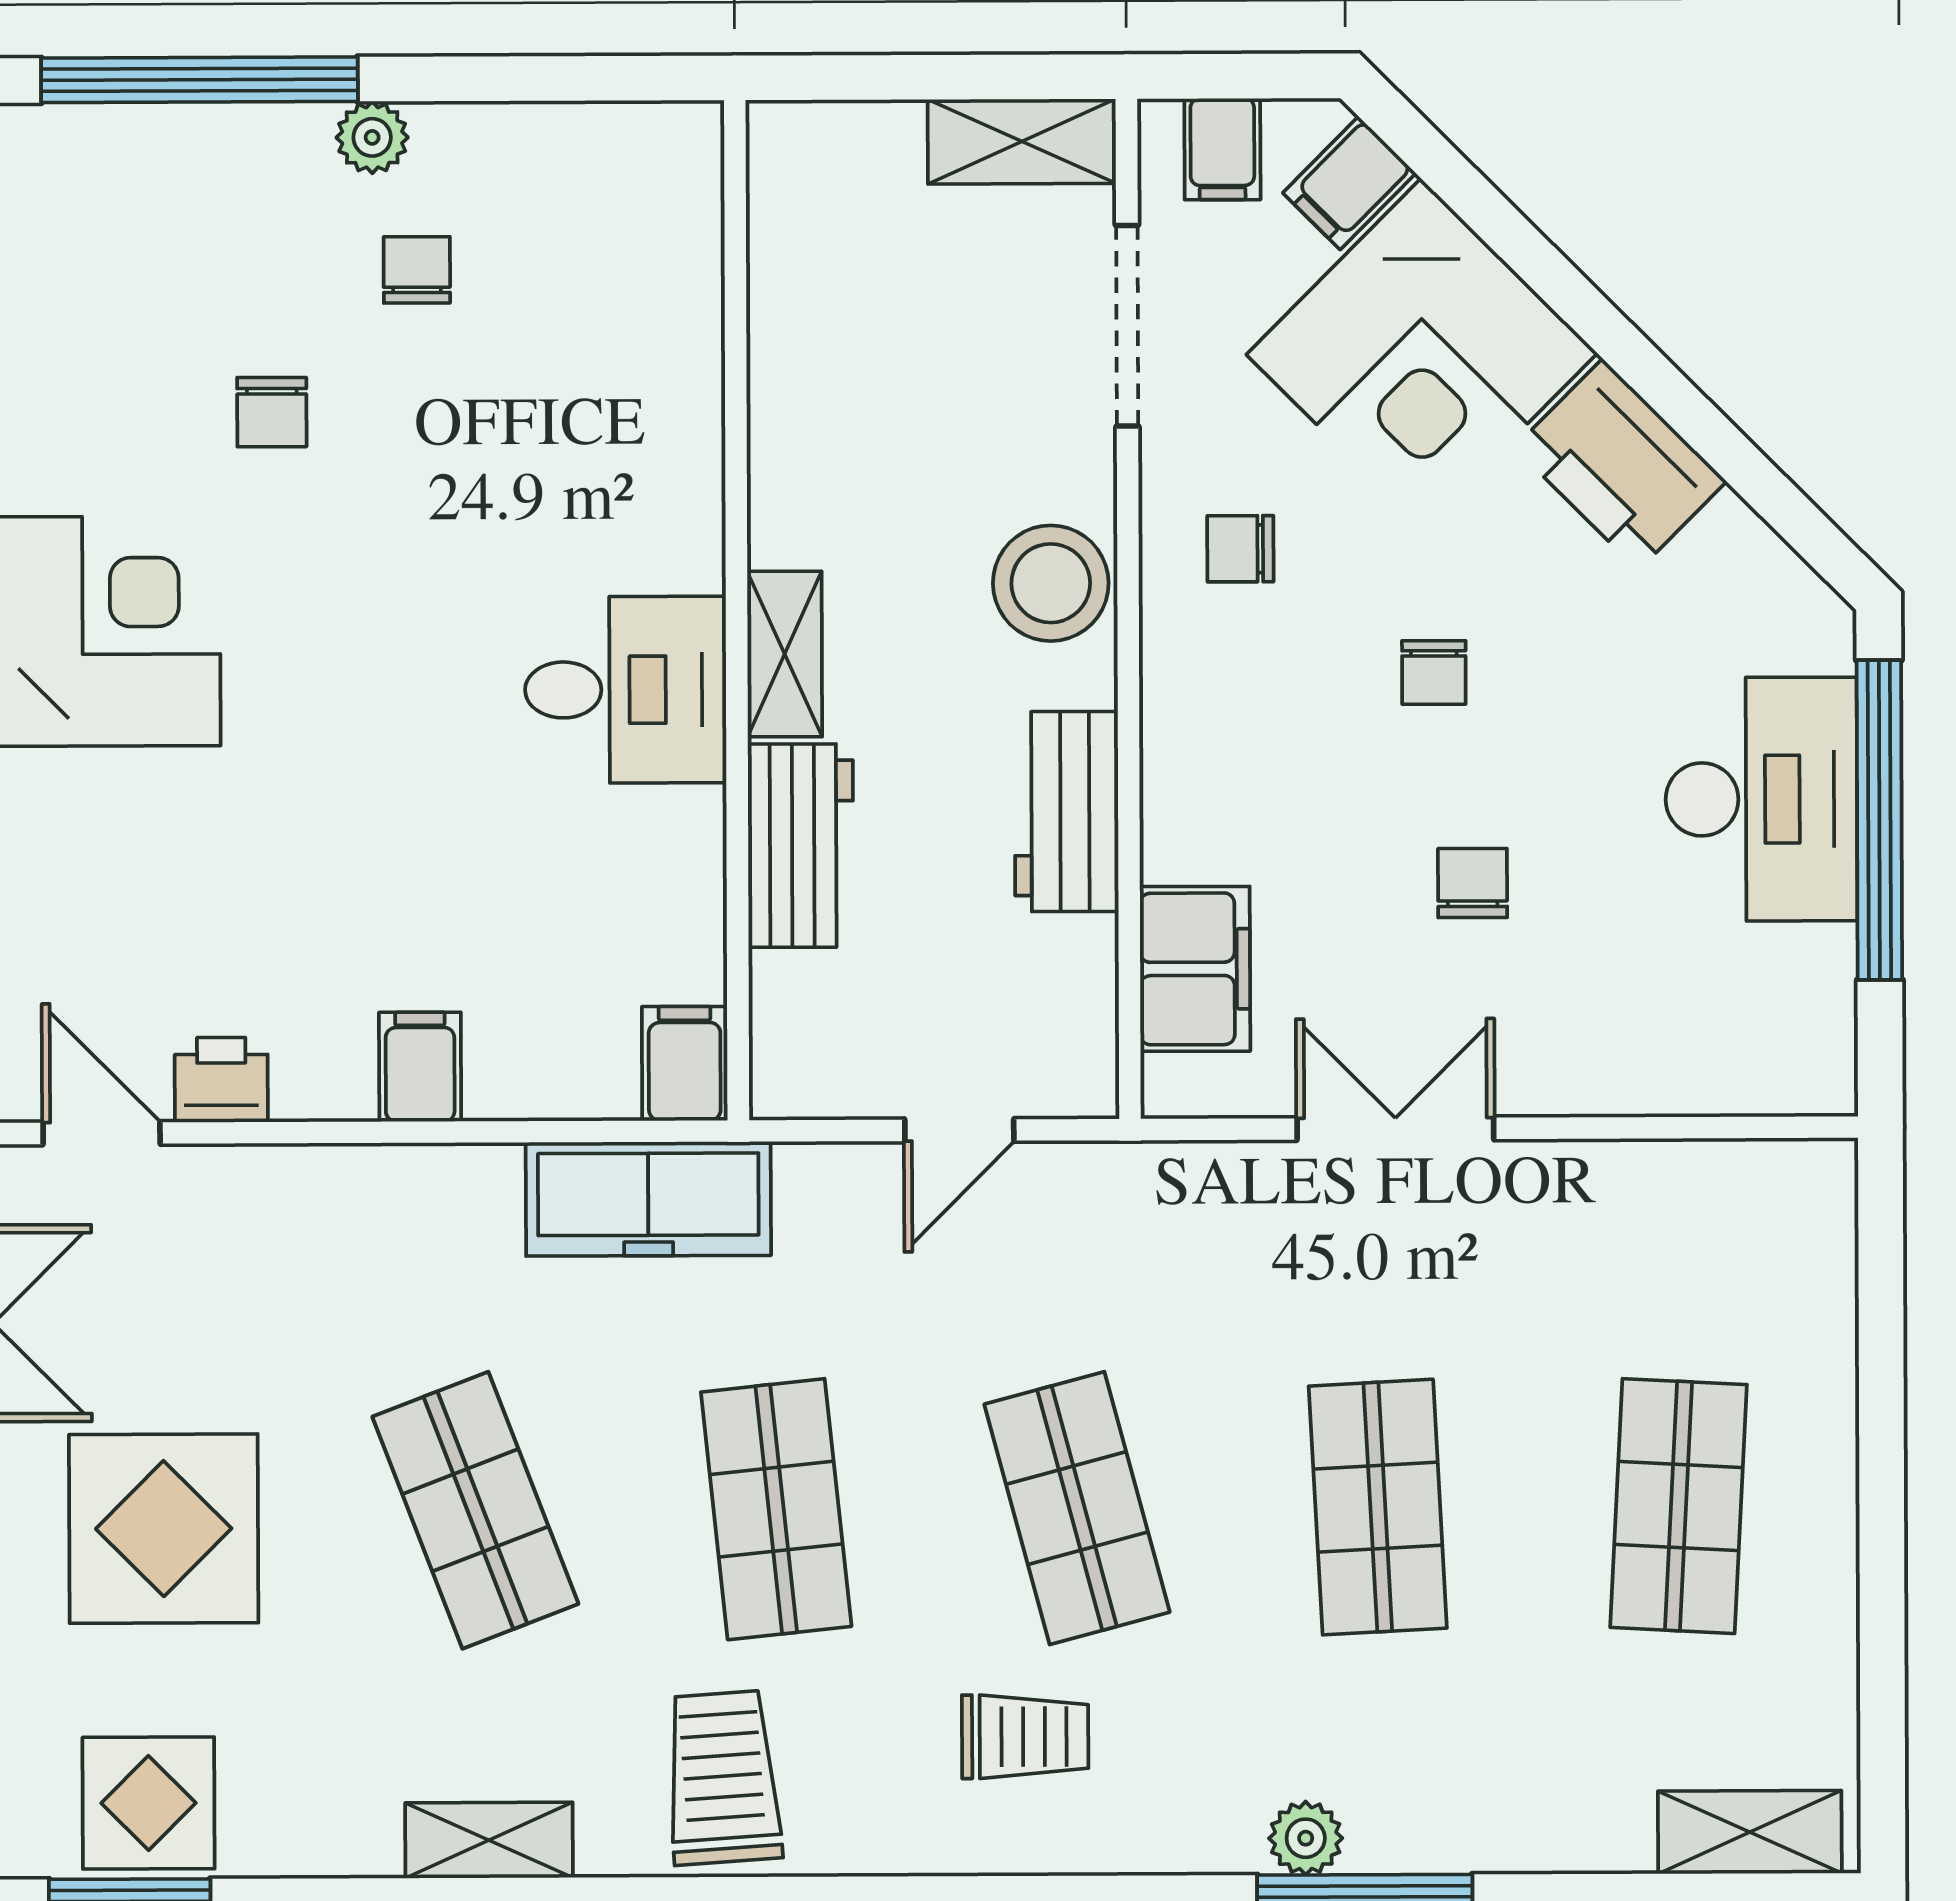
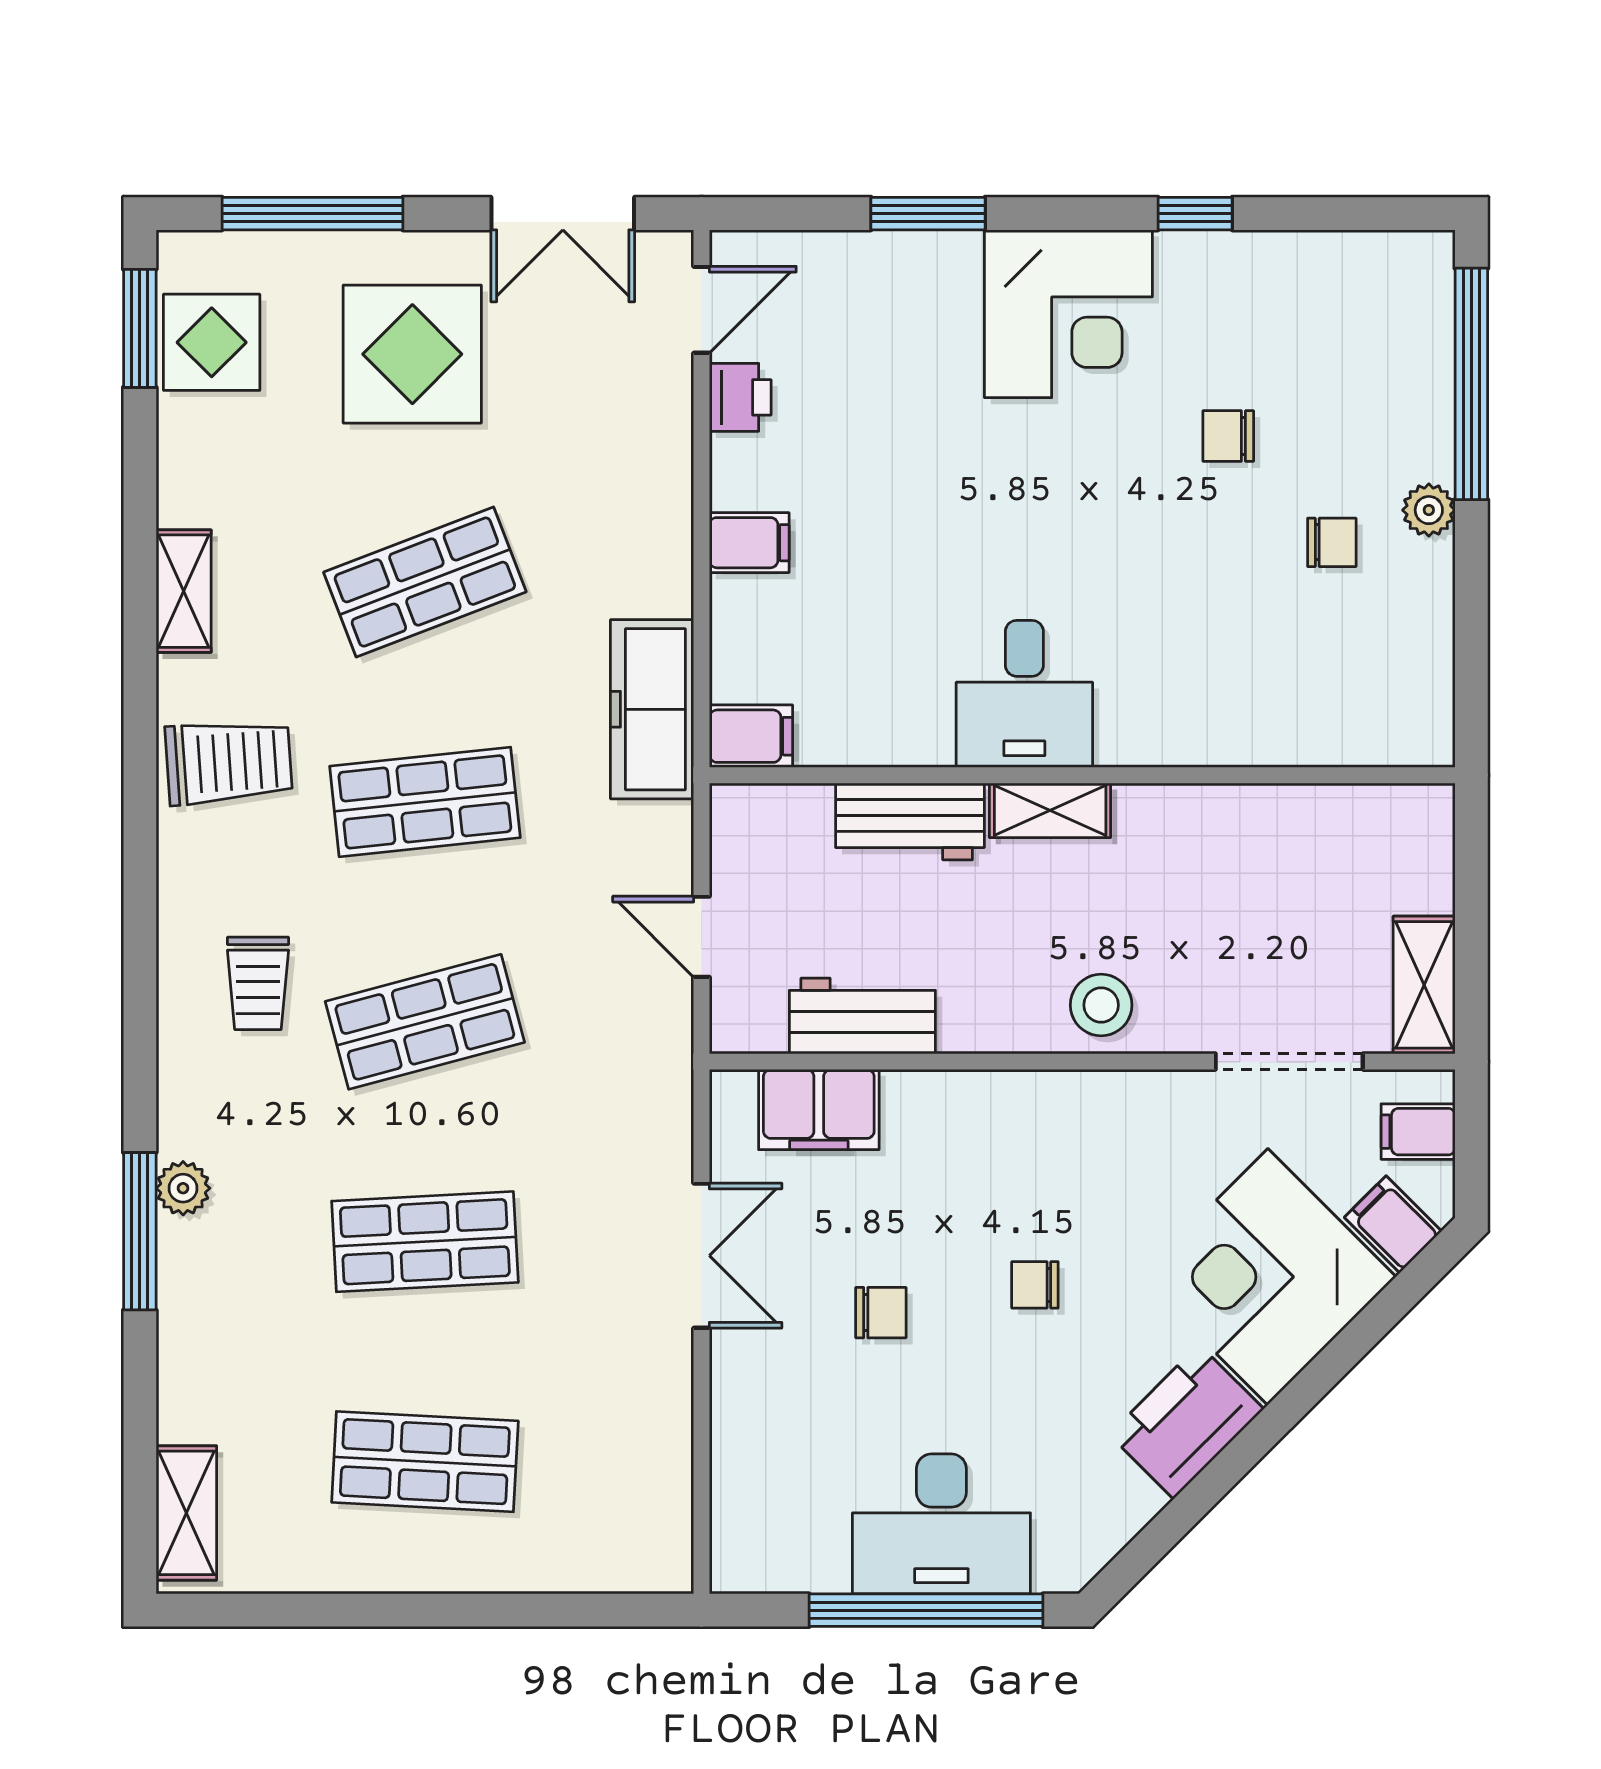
chair: (1240, 549) -> (1126, 1144), removed
stool: (1051, 583) -> (1101, 1005), width x0.73, depth x0.73
workbench: (1067, 812) -> (862, 1016), moved

